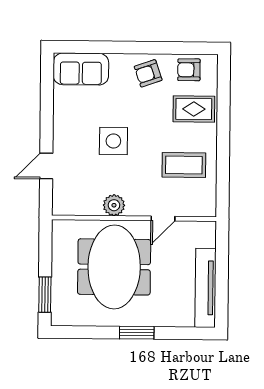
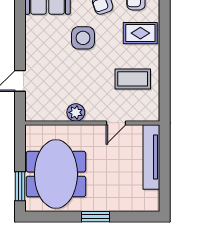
side table: (113, 141) -> (83, 38), moved
meeting table: (114, 267) -> (56, 174), moved
tv unit: (205, 288) -> (151, 157), moved

